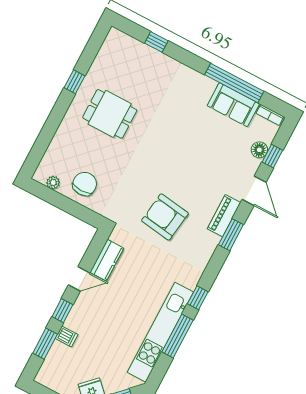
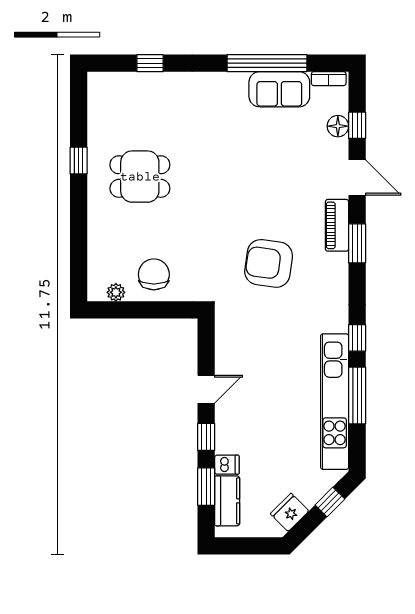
kitchen counter: (107, 260) -> (227, 501), moved

